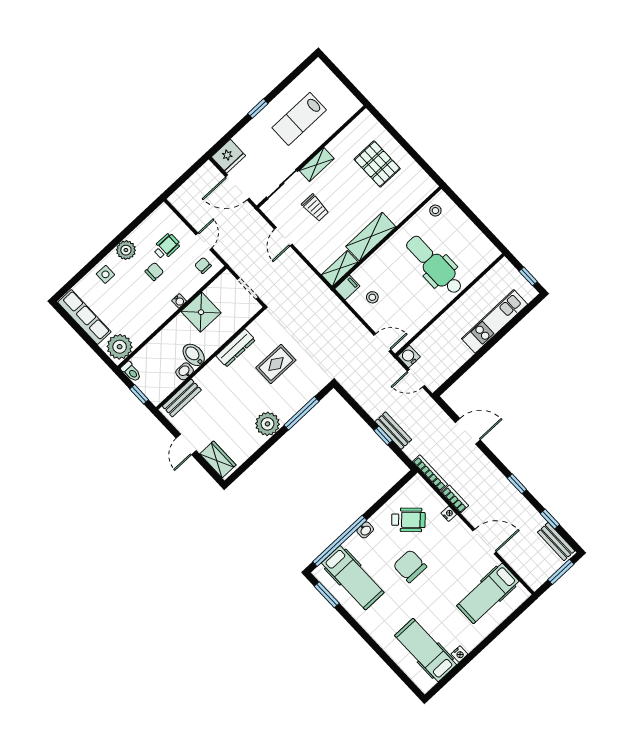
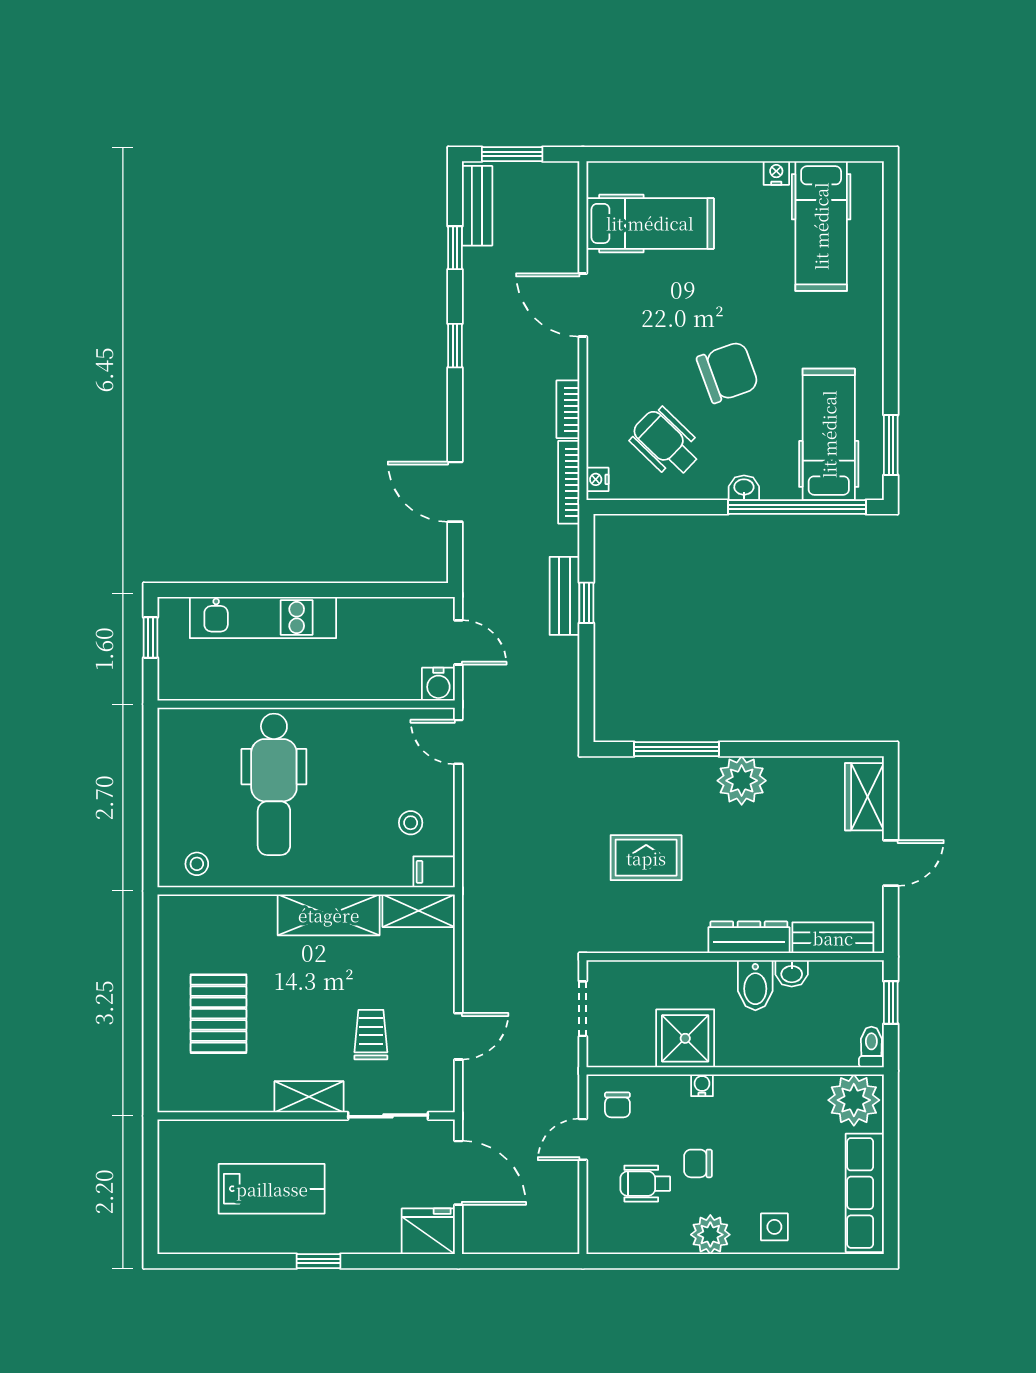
dresser: (236, 348) -> (749, 937), moved
nightstand: (449, 514) -> (597, 479), moved
chair: (410, 566) -> (728, 372), turned -110

